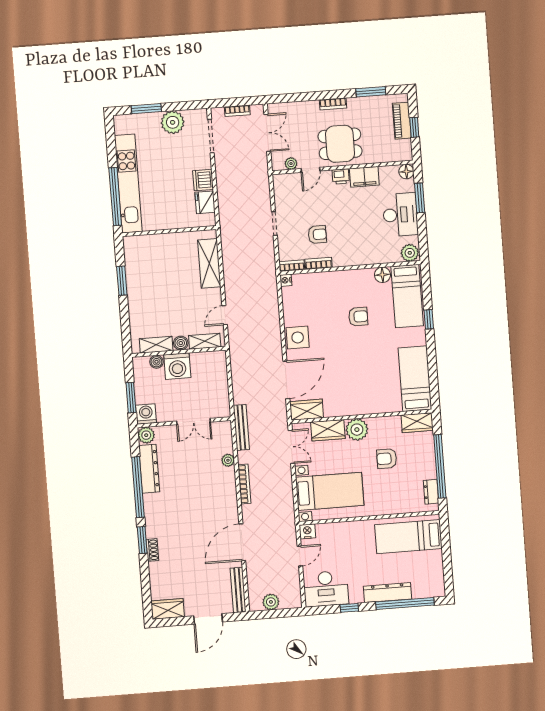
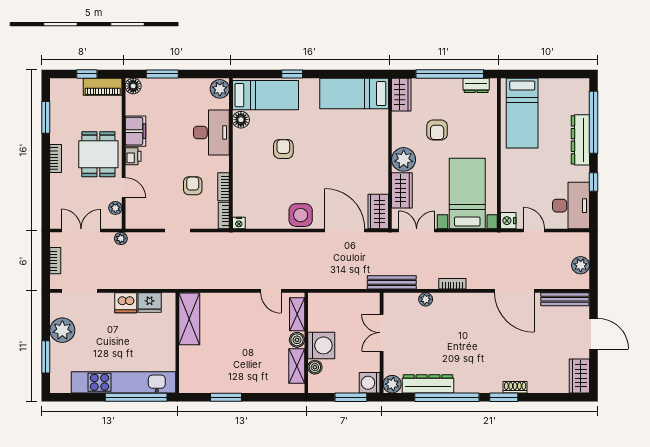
piano: (402, 121) -> (103, 87), moved
plant: (263, 171) -> (121, 238), added
desk: (400, 215) -> (211, 132), moved, turned 90
shelving: (209, 263) -> (189, 319), moved, turned 90
double door: (194, 422) -> (382, 333), swing flipped
bookcase: (244, 484) -> (452, 284), width x0.64

